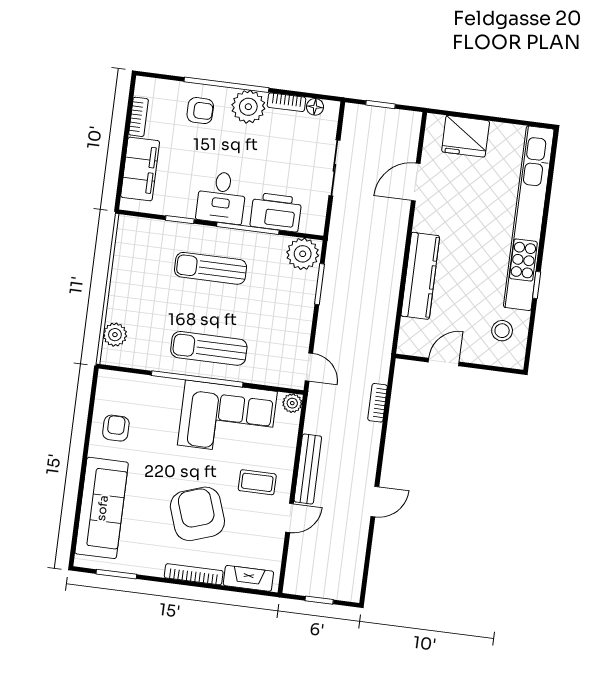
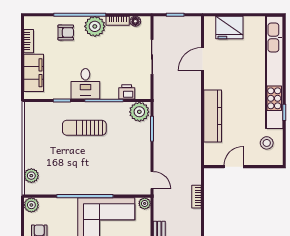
printer: (276, 212) -> (127, 92), width x0.53, depth x0.68
sun lounger: (209, 348) -> (90, 177), removed
plant: (109, 382) -> (31, 205), added

